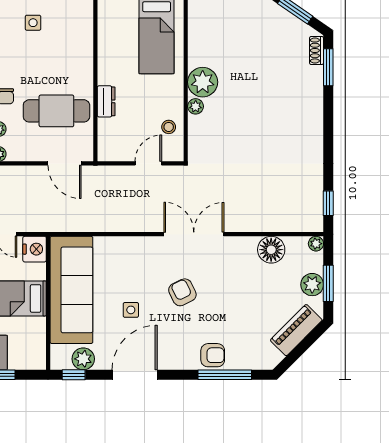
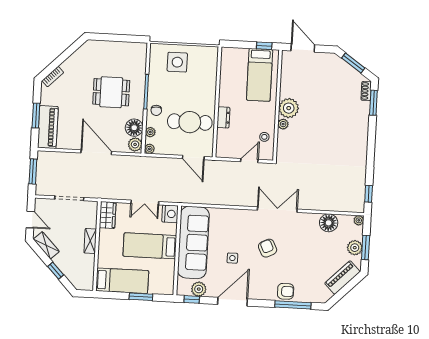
side table: (33, 23) -> (177, 62), width x1.87, depth x1.87

